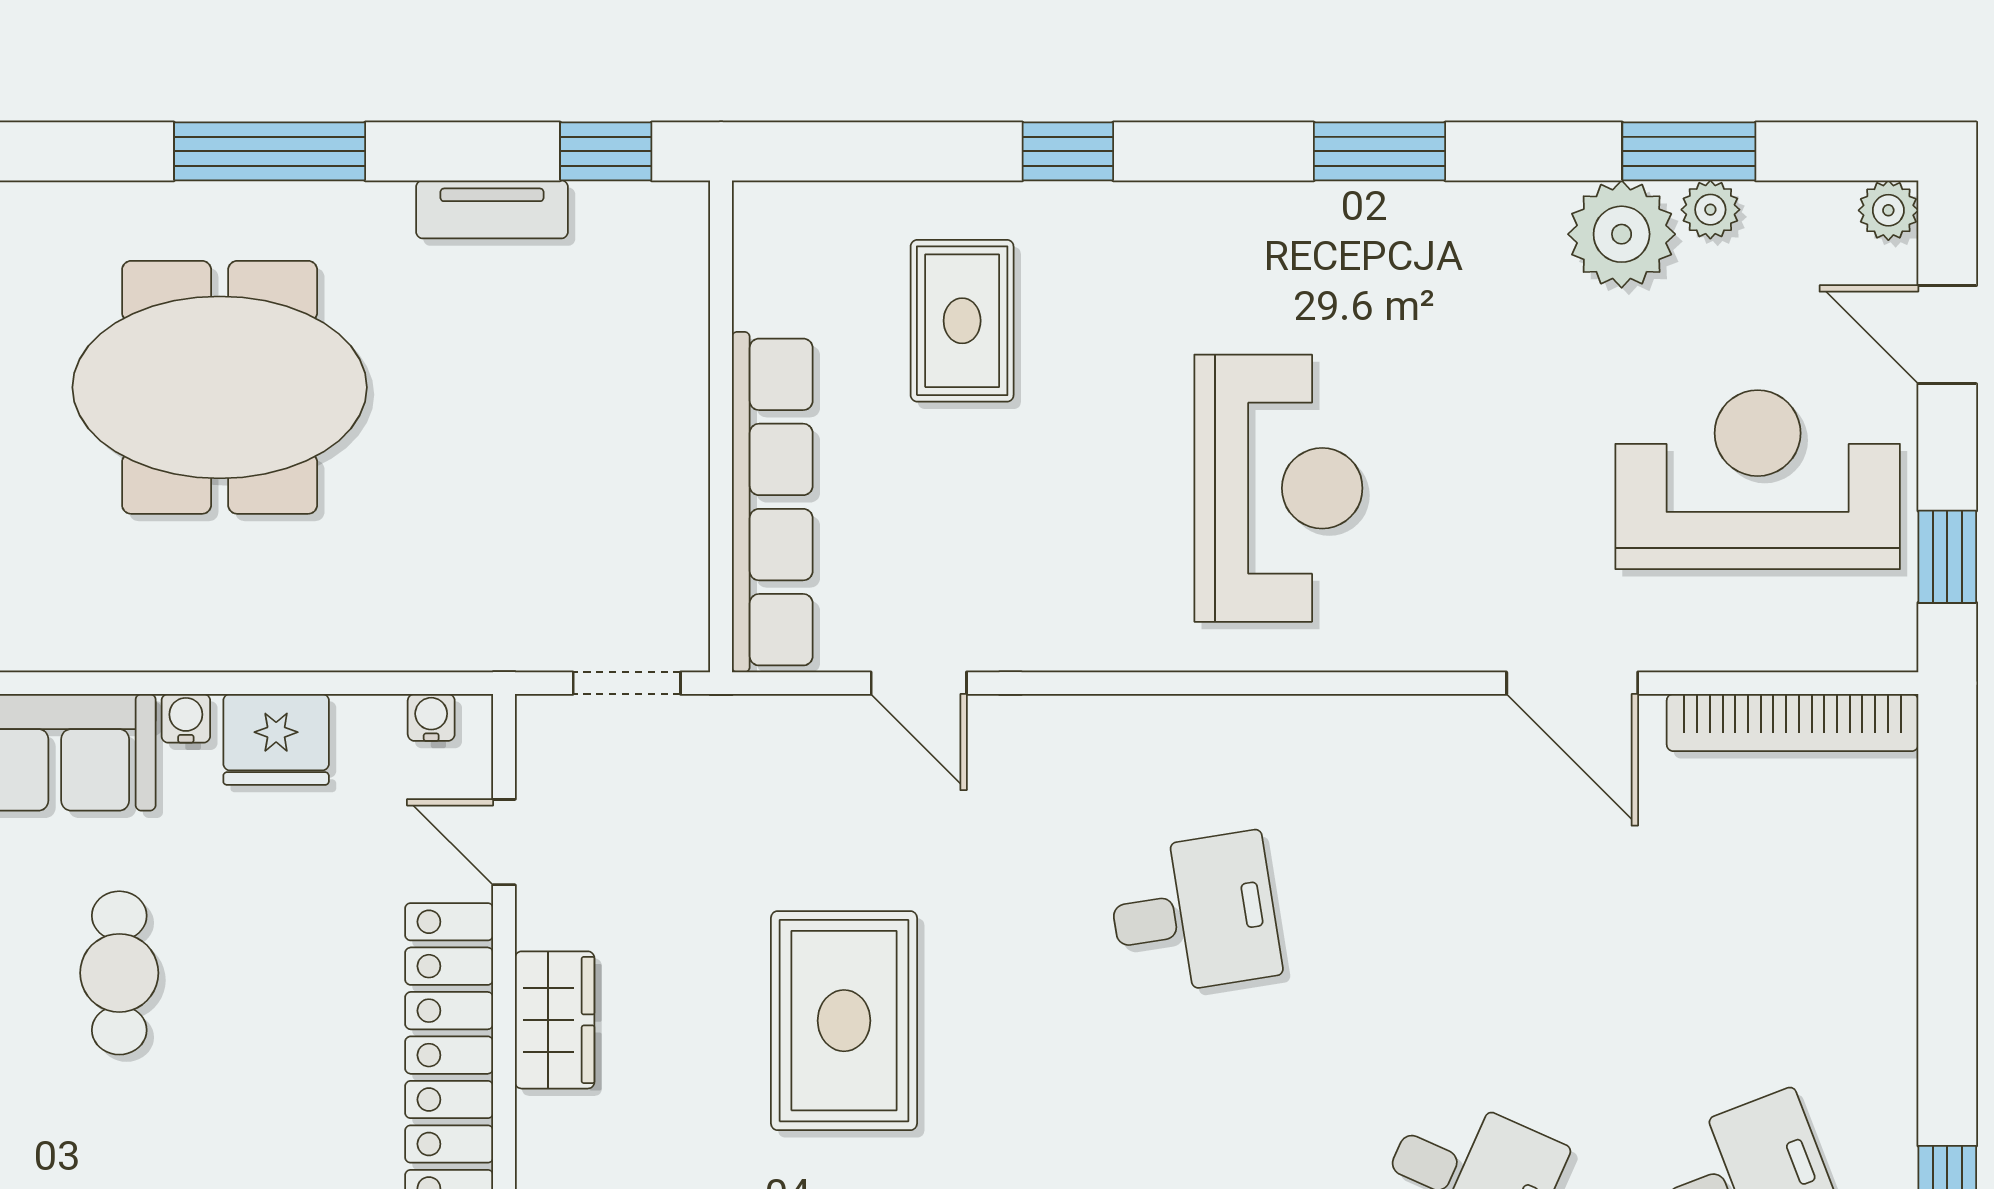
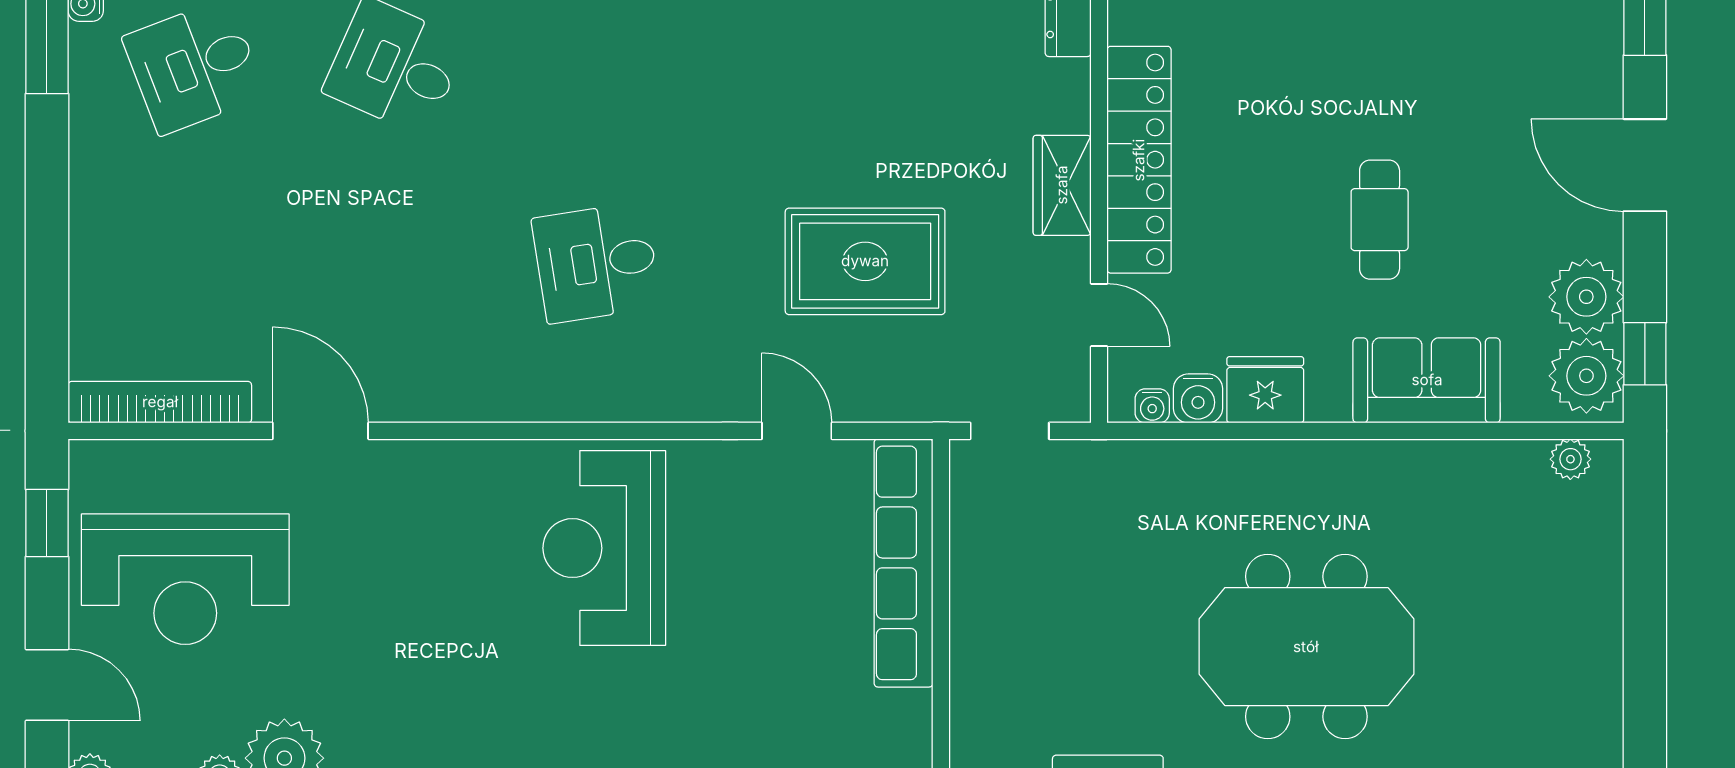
rug: (962, 321) -> (765, 695), removed
reception desk: (1278, 488) -> (604, 548), moved
water cooler: (186, 718) -> (1198, 398), moved, width x1.38, depth x1.38
rug: (844, 1021) -> (865, 261), moved, turned 90

